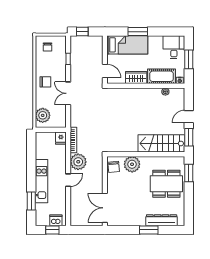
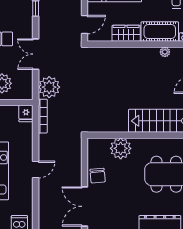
door: (105, 71) -> (85, 25), hinge flipped
plant: (78, 162) -> (49, 87), moved
chair: (114, 167) -> (98, 176), moved

